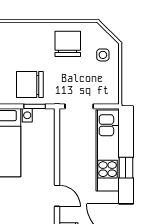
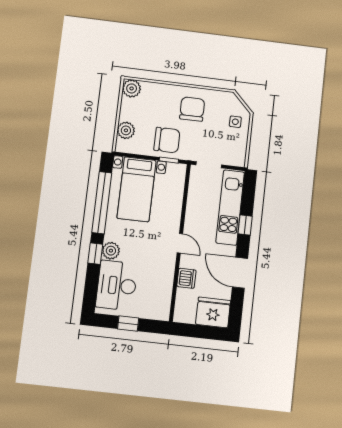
chair: (68, 44) -> (192, 109), moved
chair: (30, 85) -> (167, 140), turned 180

